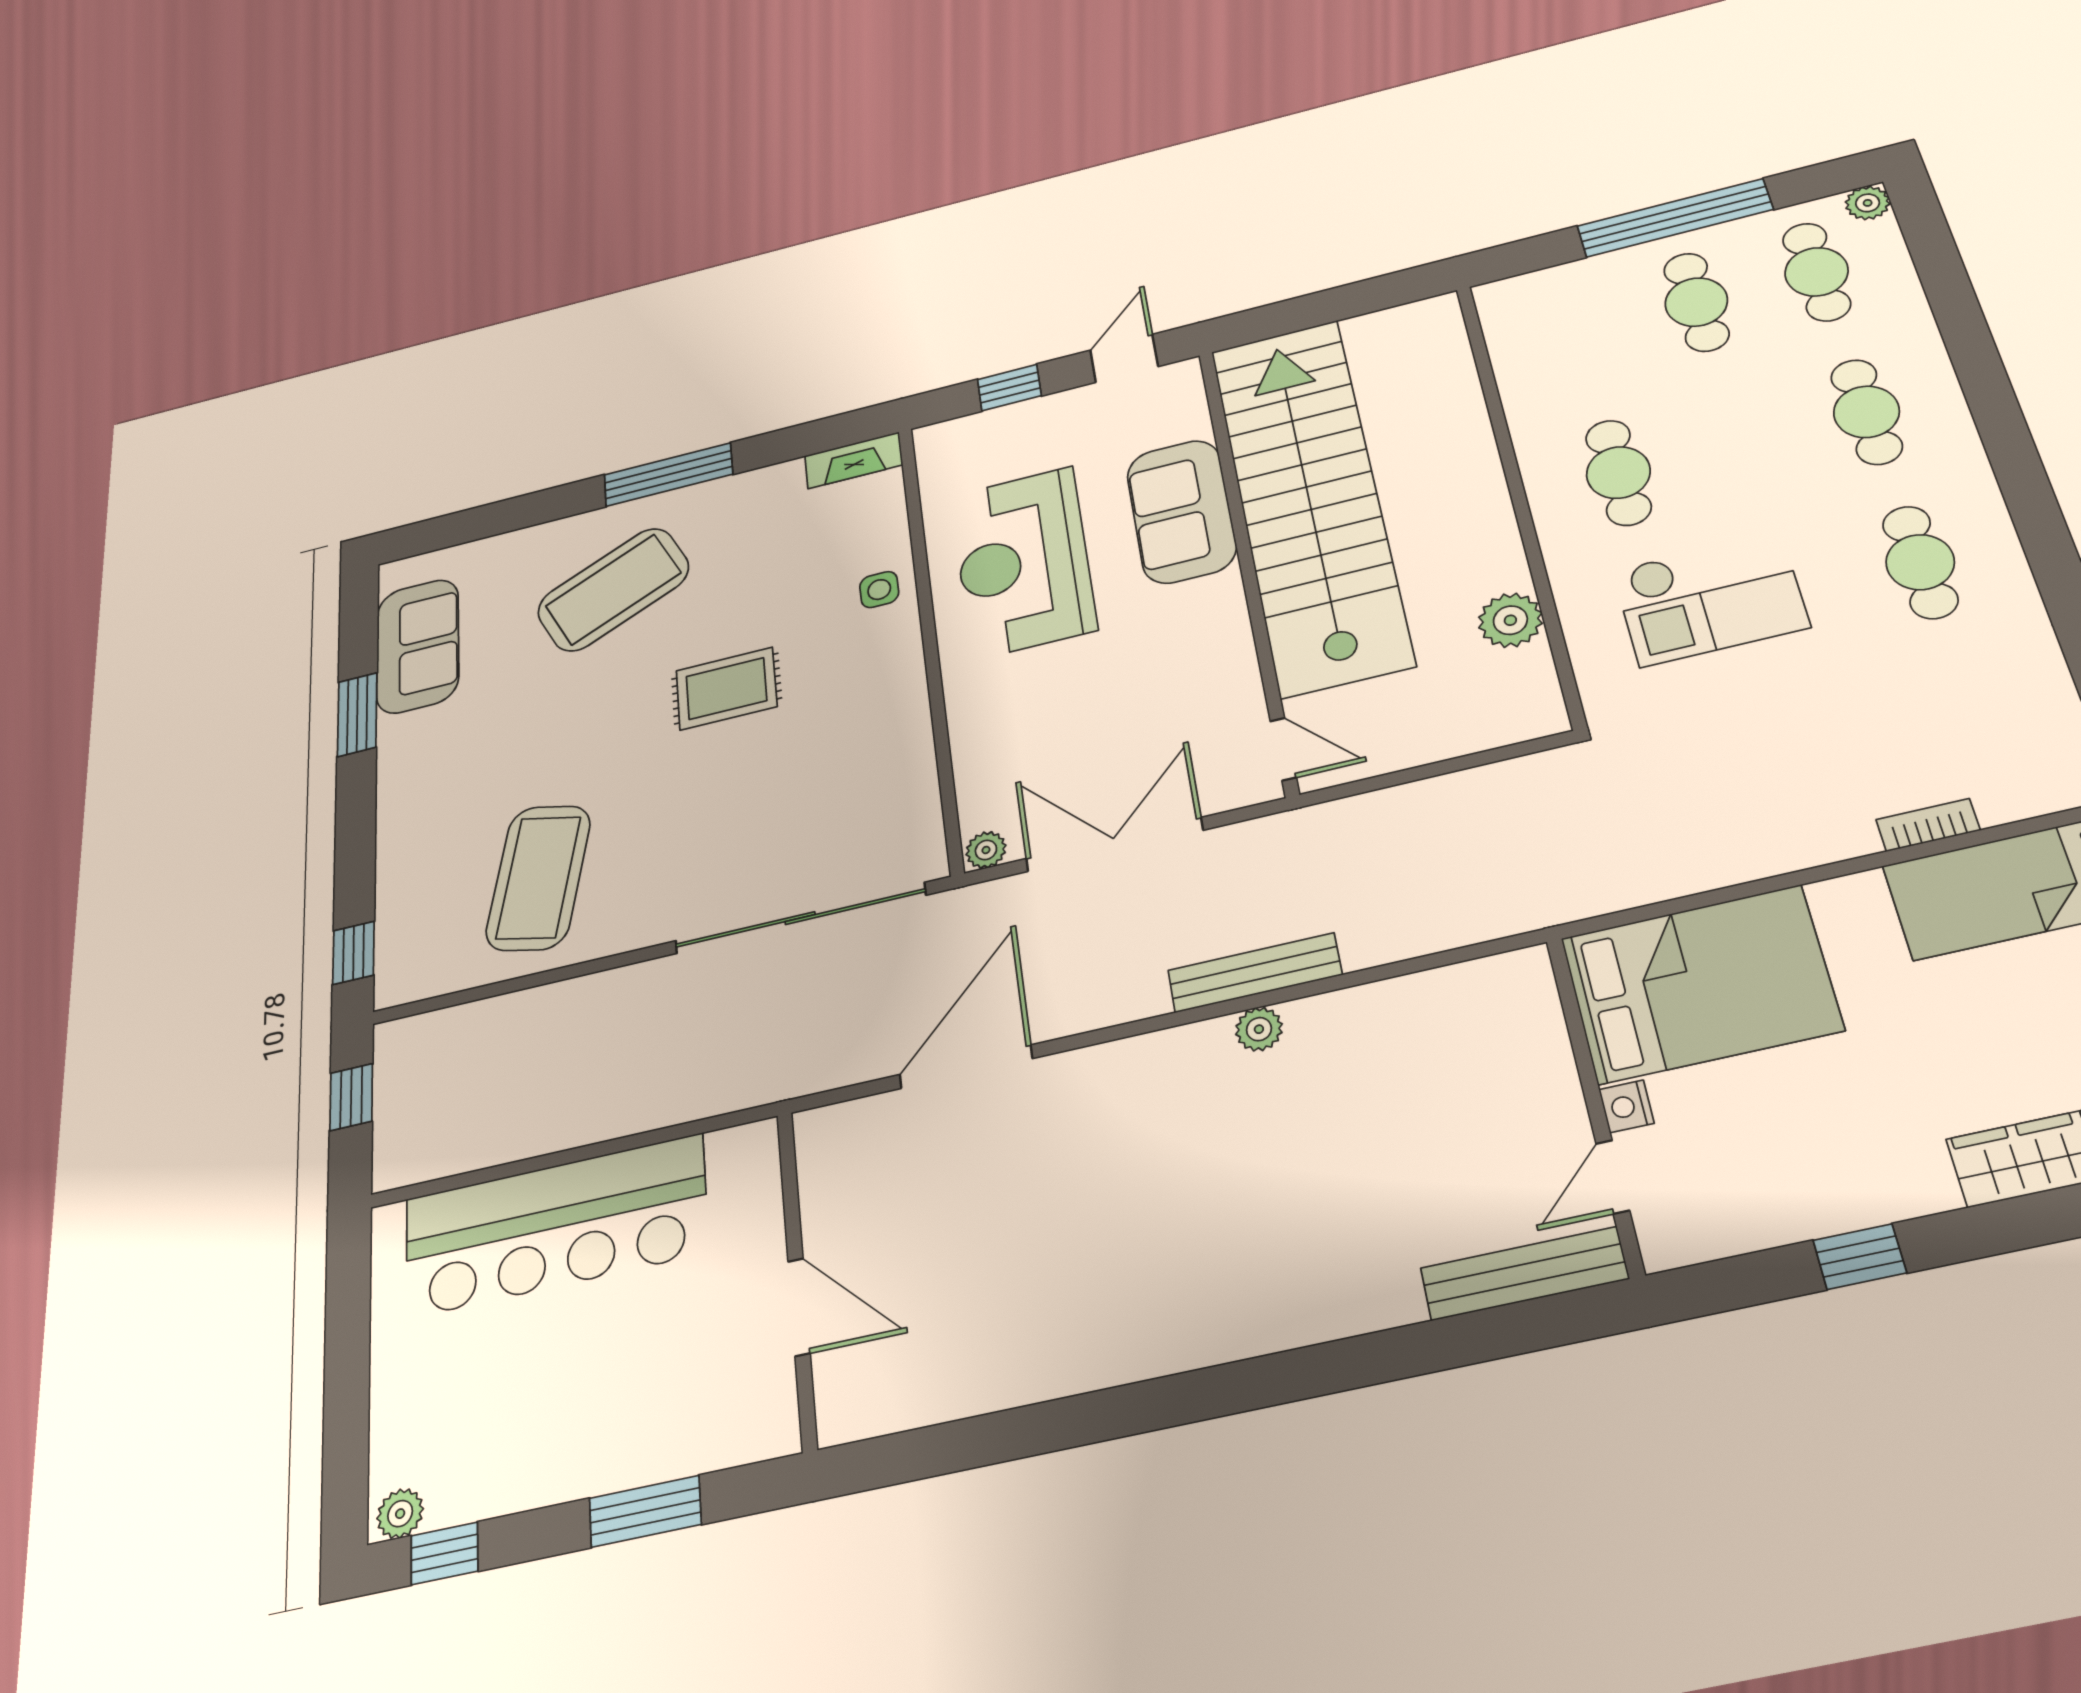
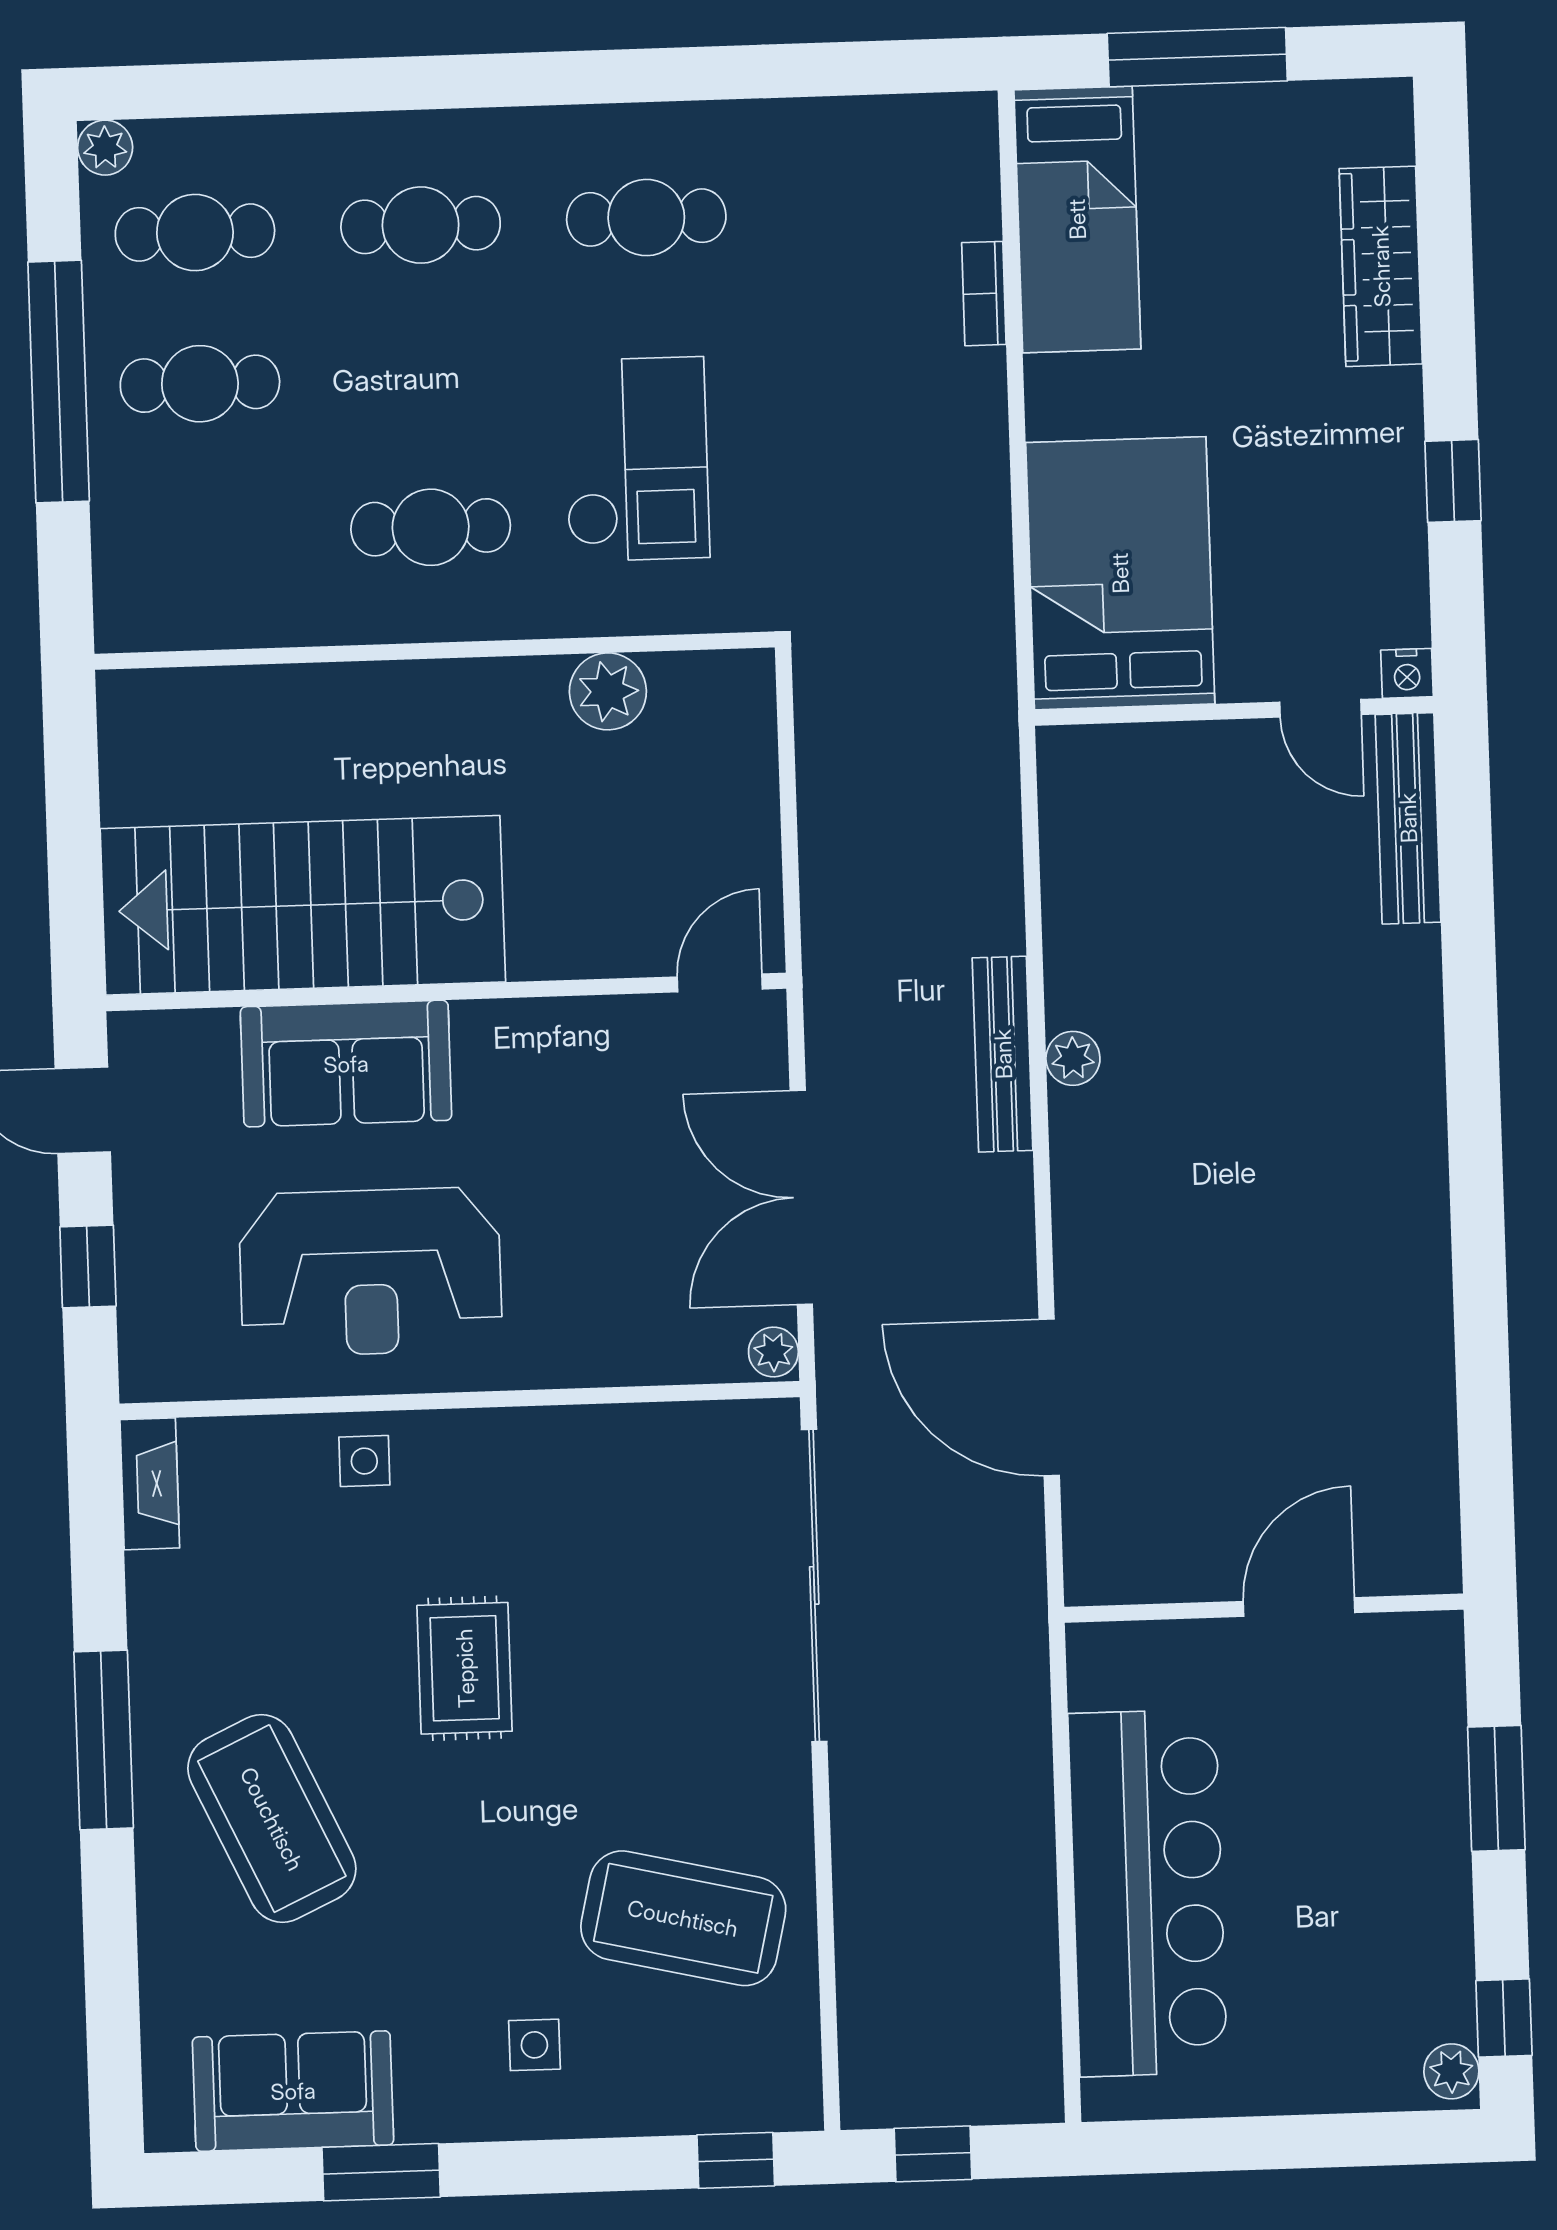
stairs: (1310, 503) -> (303, 905), width x0.73
side table: (446, 795) -> (534, 2045), added
nightstand: (1627, 1106) -> (1407, 673), moved

